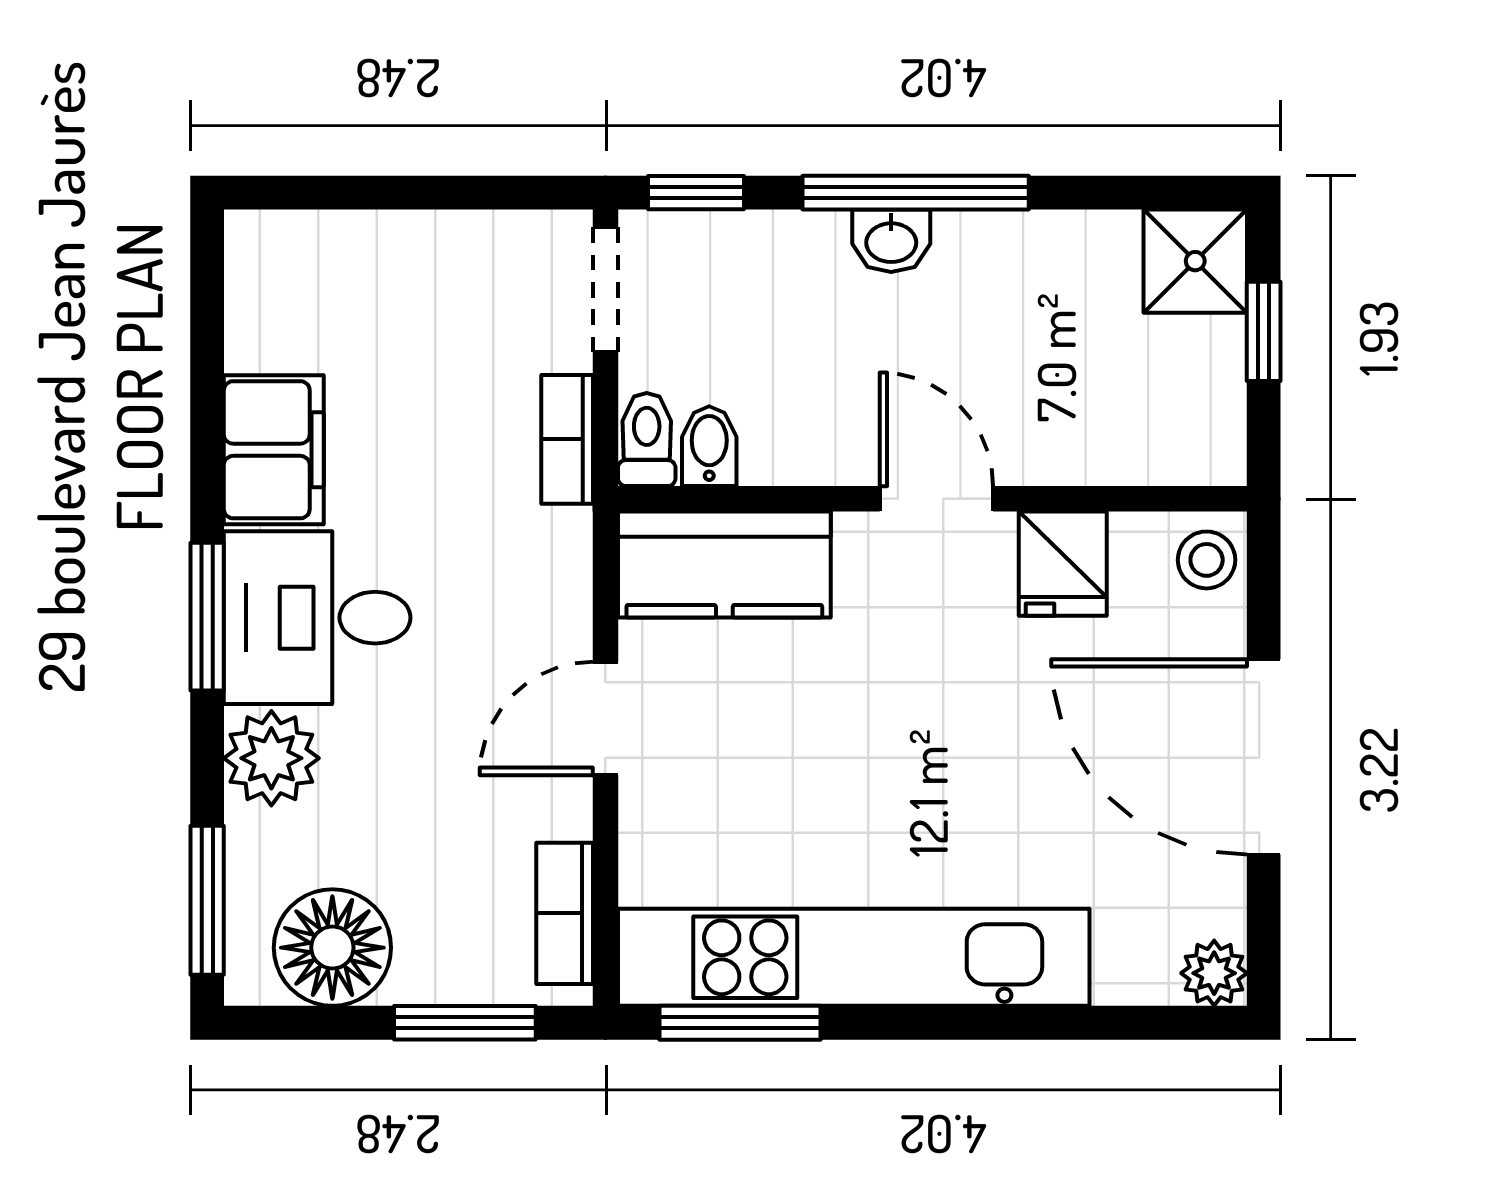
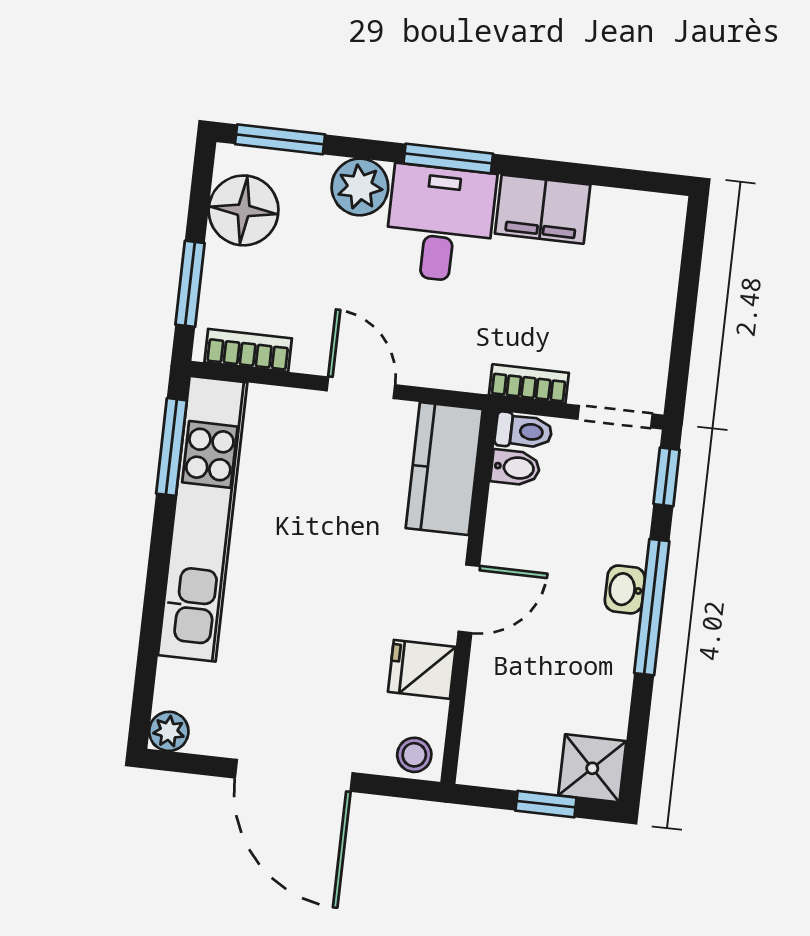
door: (1264, 757) -> (294, 775), swing flipped

